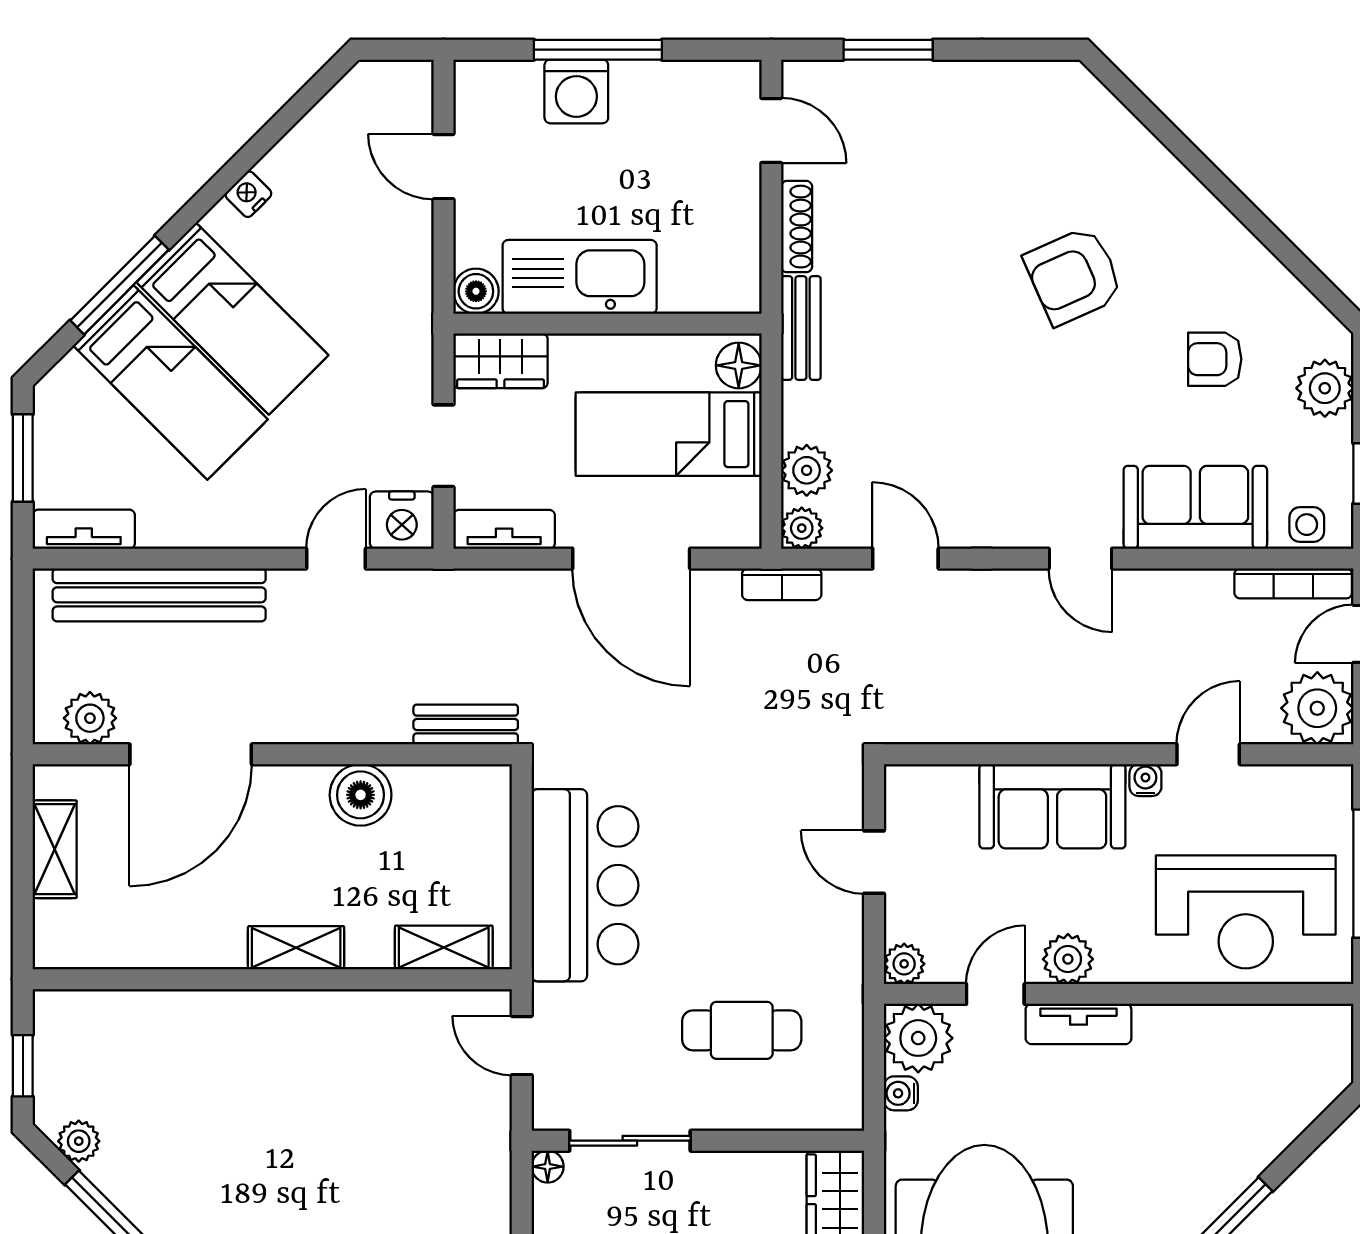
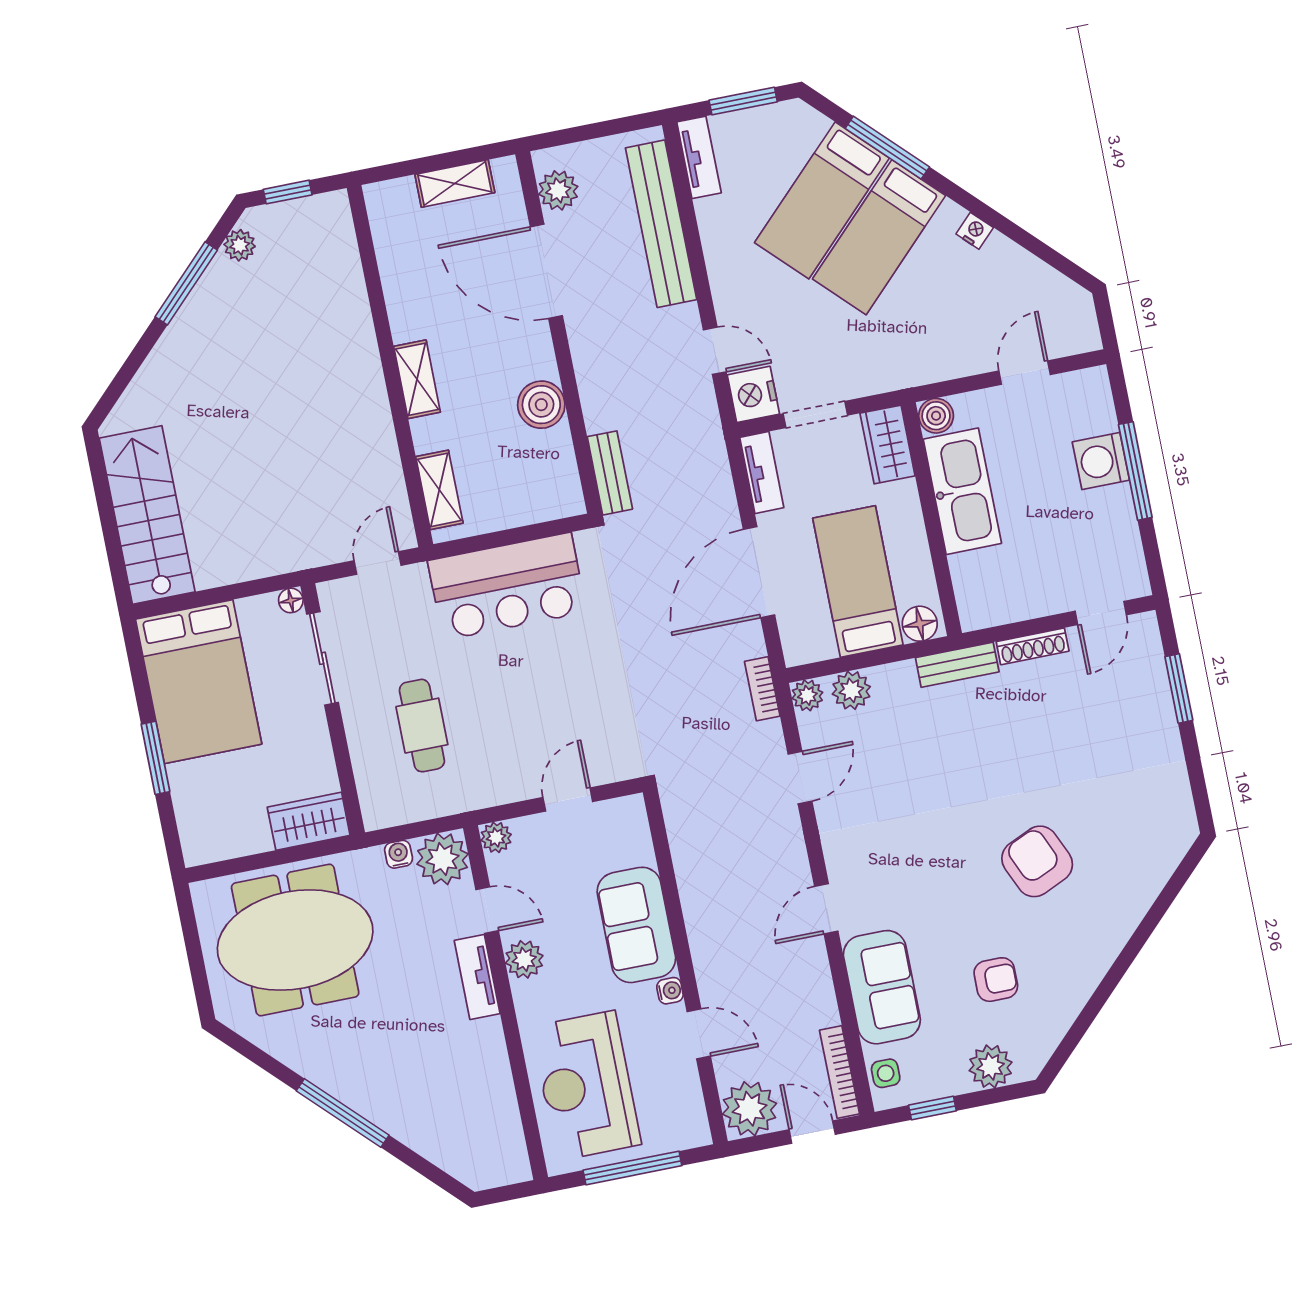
armchair: (1215, 359) -> (996, 980), turned 90

